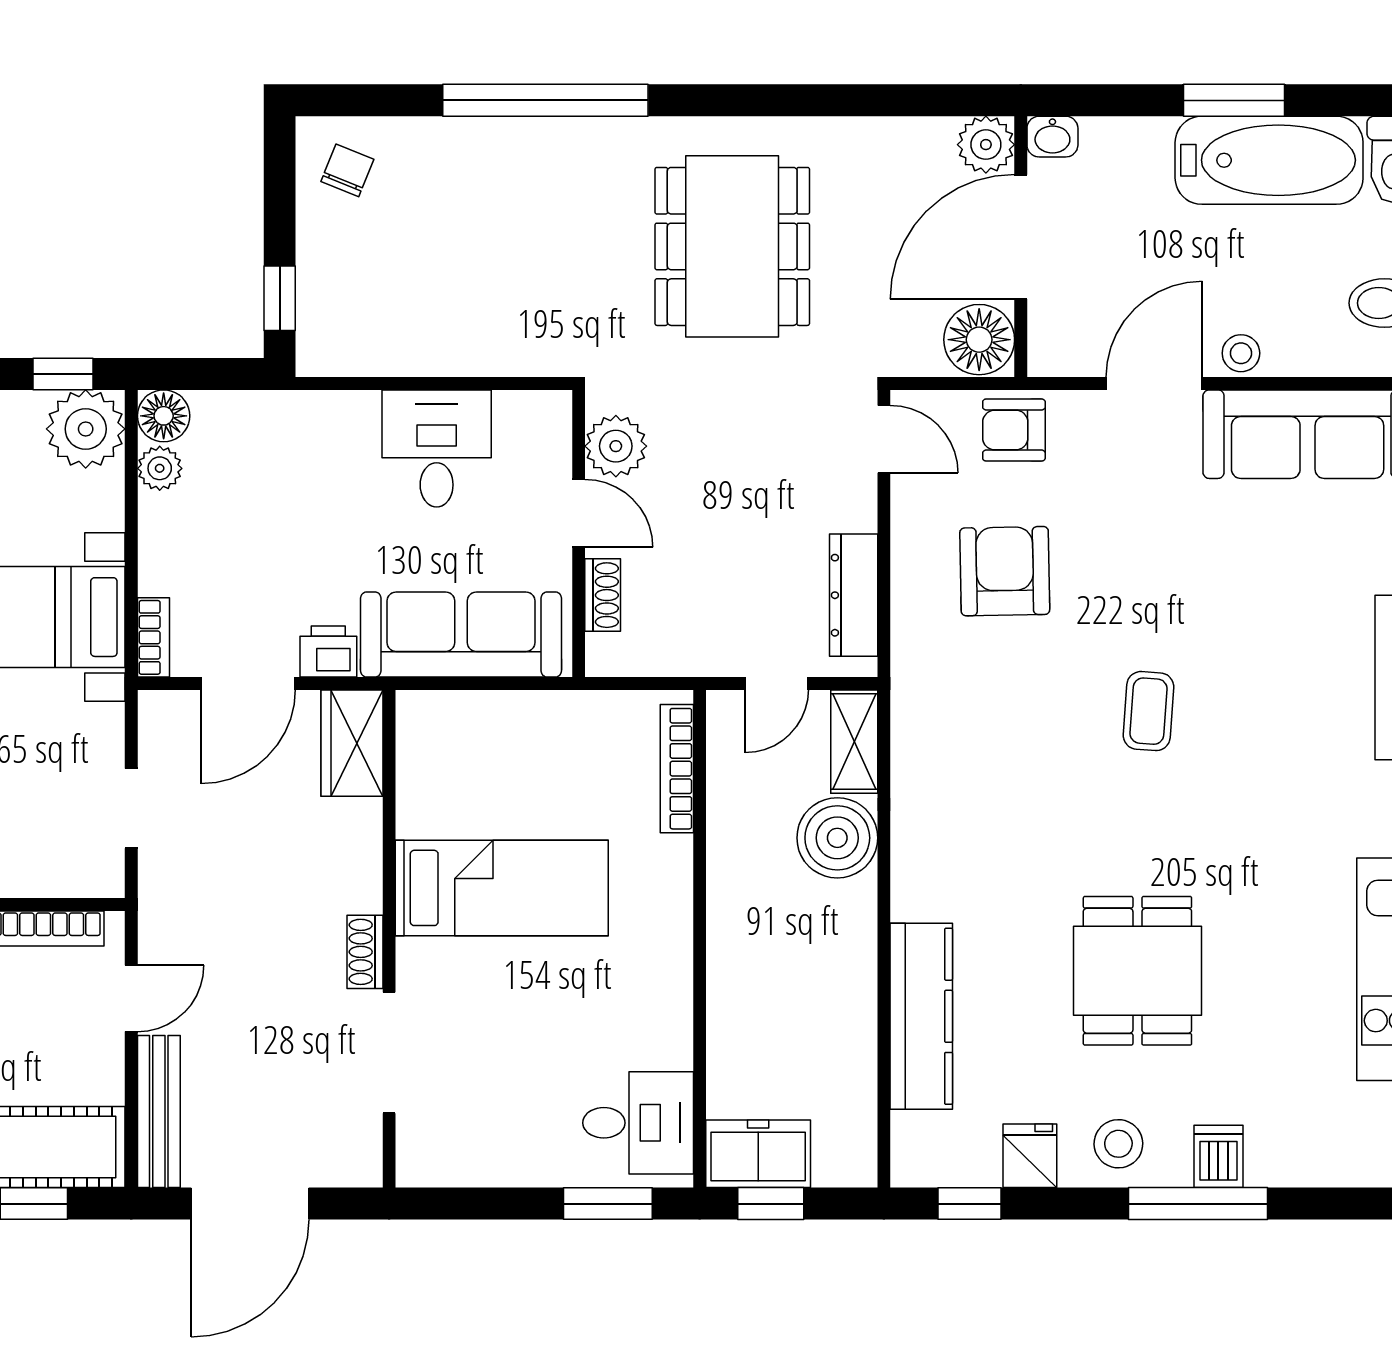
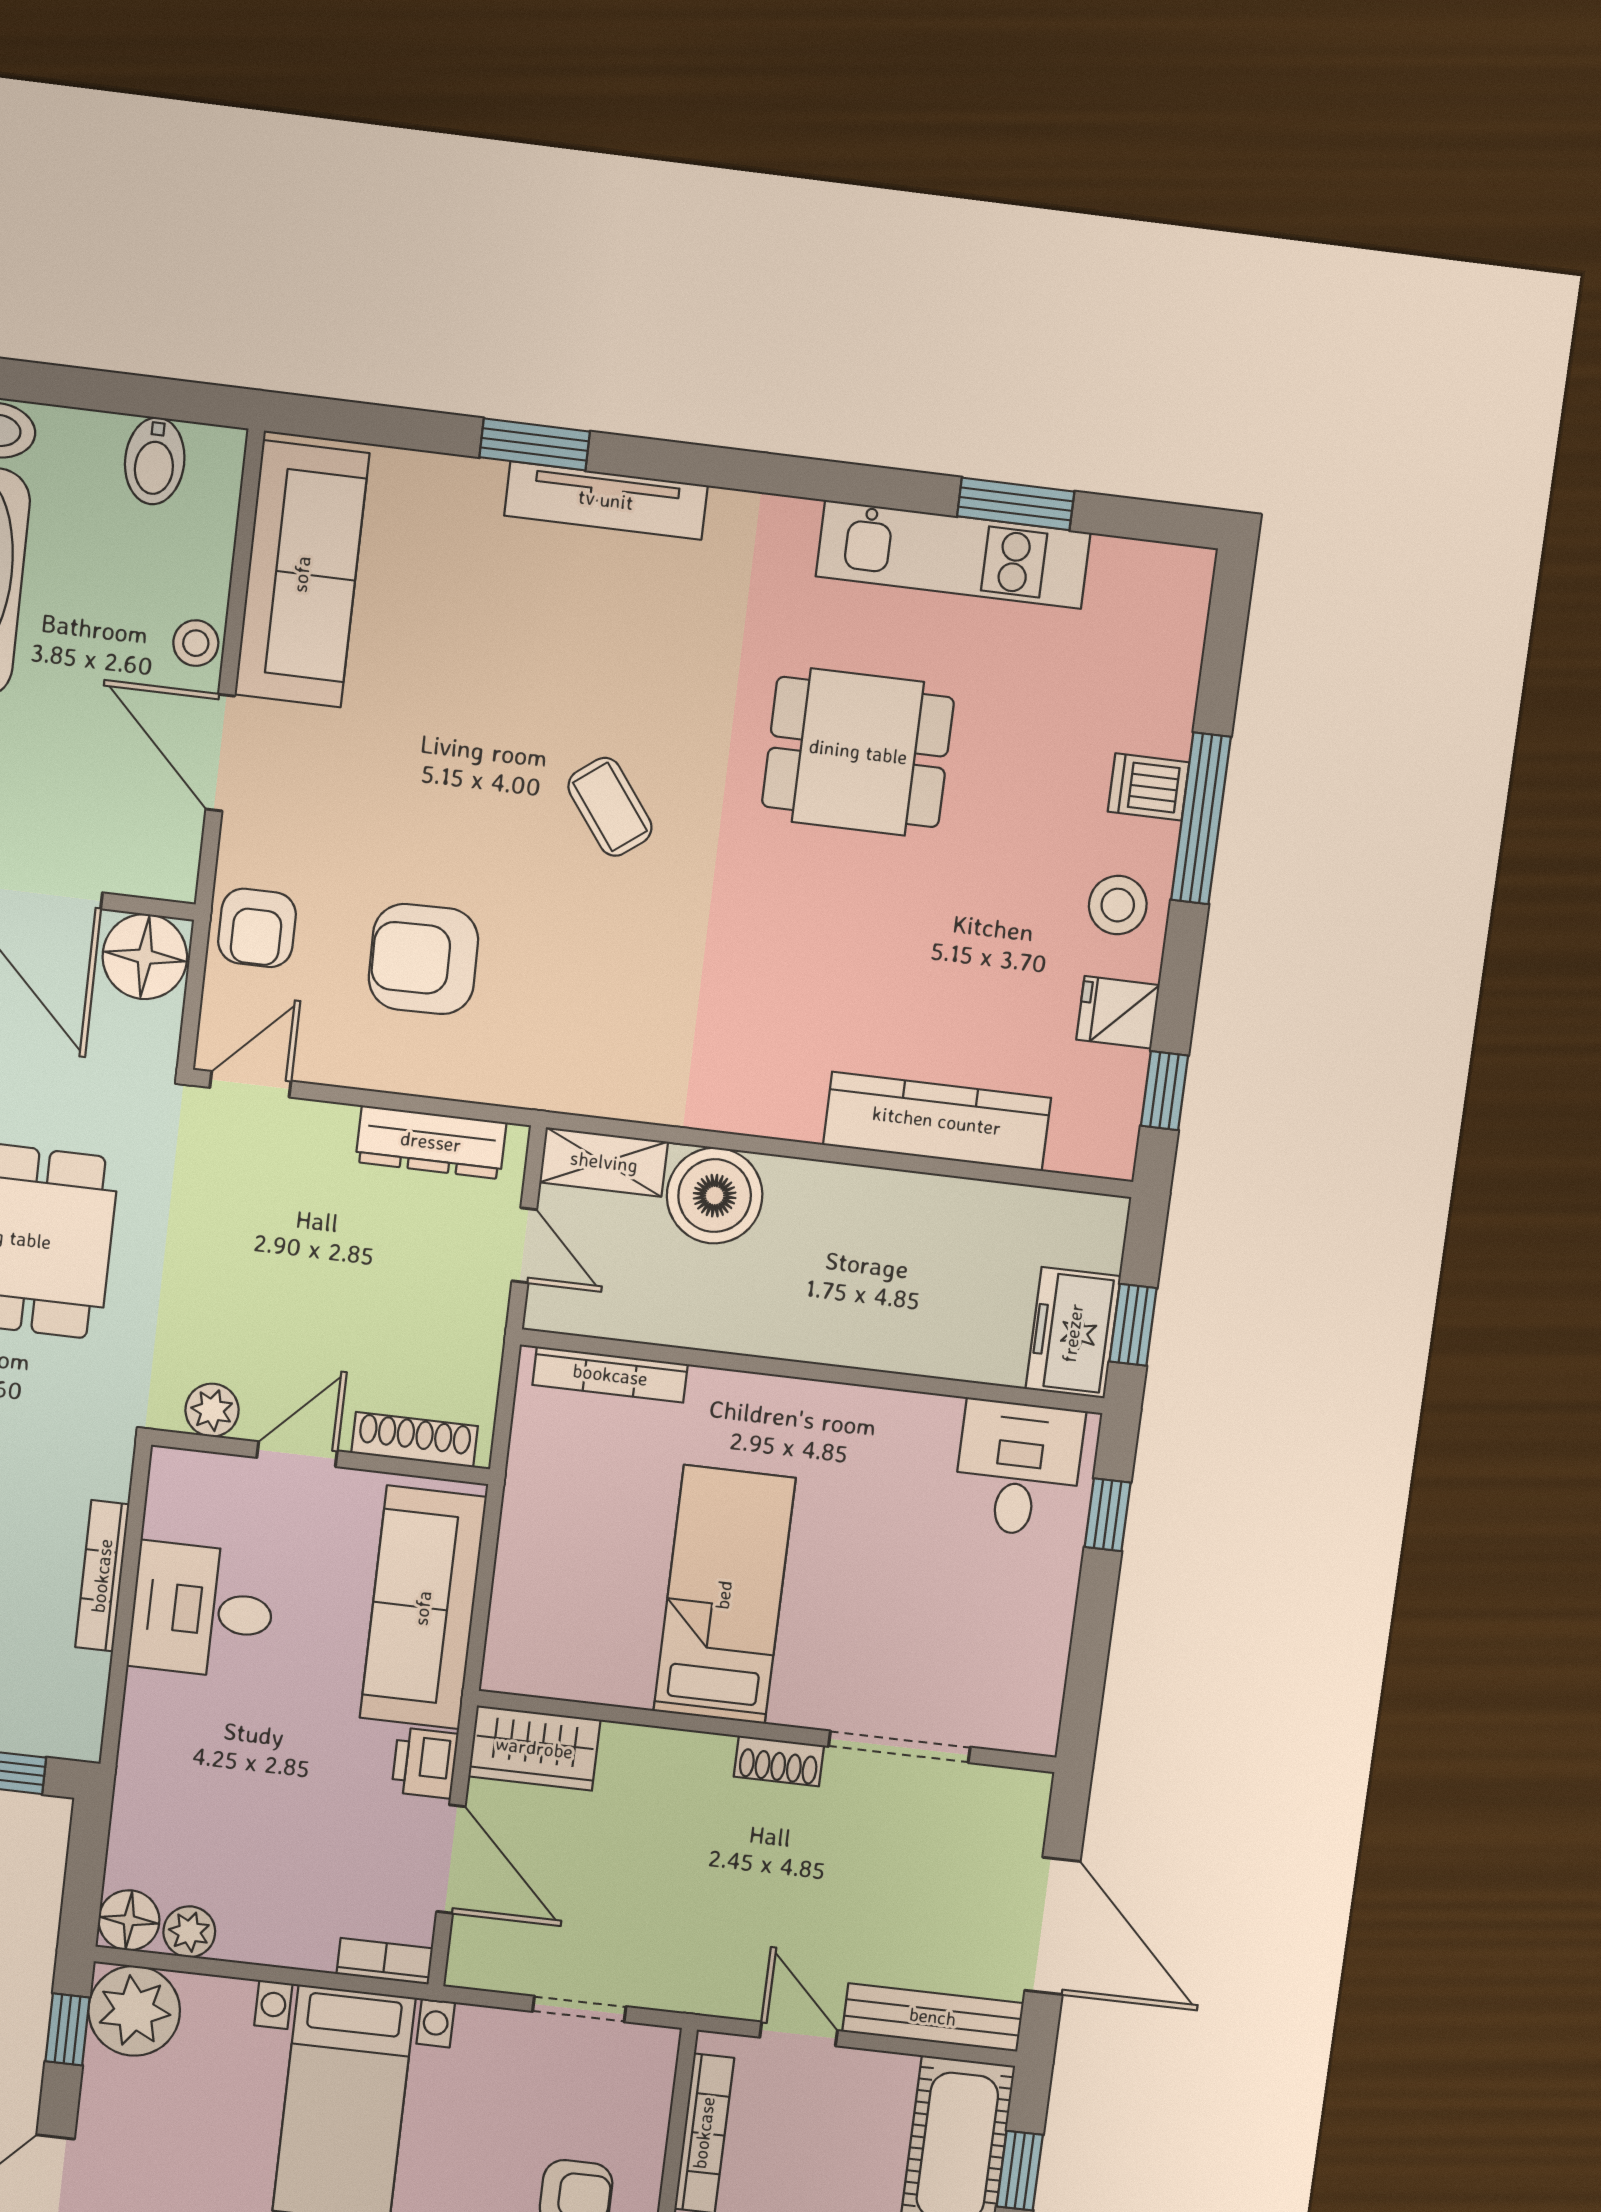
bookcase: (456, 361) -> (102, 1576), added
plant: (616, 446) -> (212, 1410), width x0.73, depth x0.73
shoe rack: (603, 595) -> (415, 1440), width x1.43
coffee table: (1149, 711) -> (610, 807), turned 49
dining table: (1137, 971) -> (858, 752), moved
window: (608, 1204) -> (1108, 1515), width x0.67

